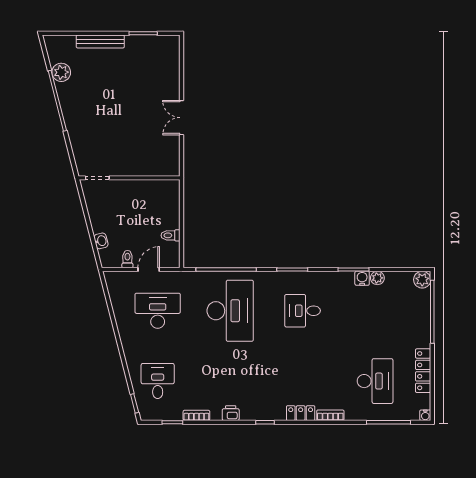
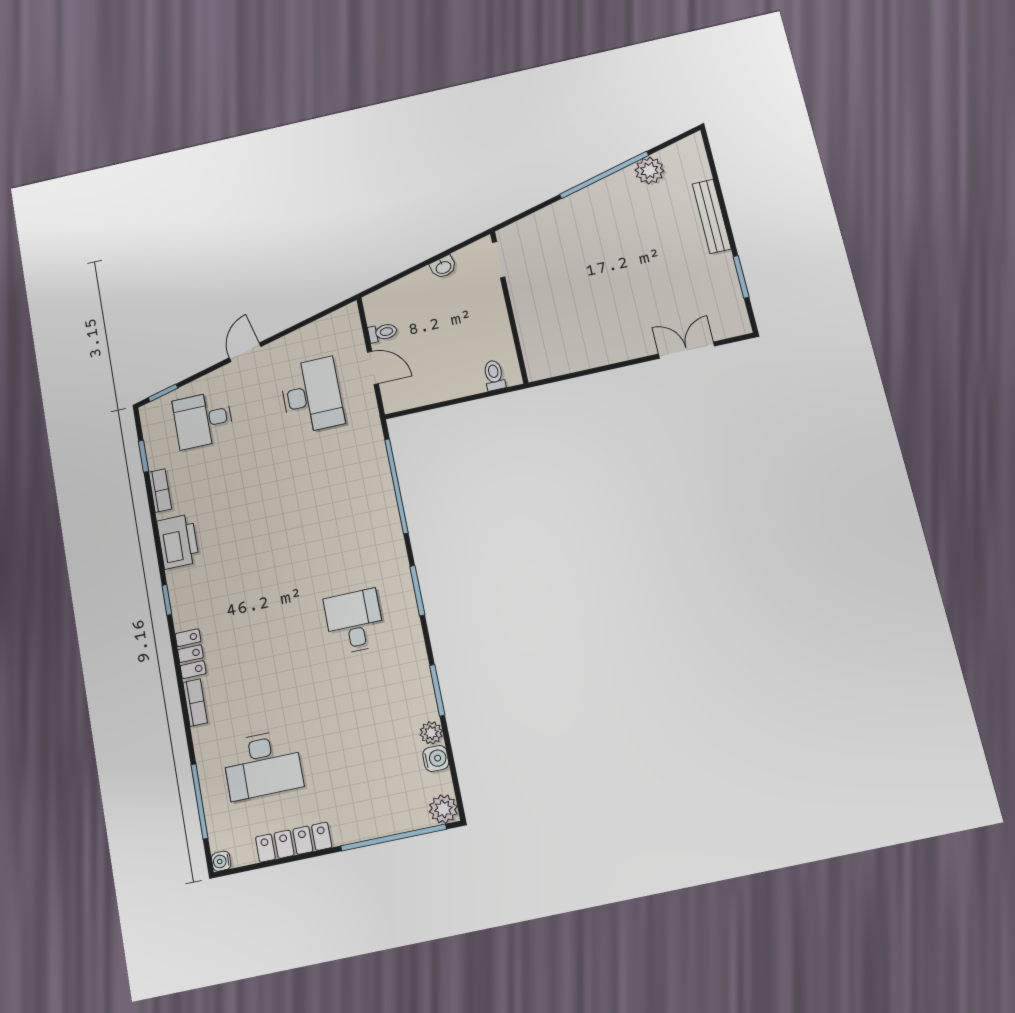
double door: (182, 118) -> (687, 350), moved
toilet: (170, 235) -> (494, 375), moved
washbasin: (101, 241) -> (443, 267), moved
water cooler: (362, 278) -> (436, 758), moved
desk: (230, 311) -> (333, 507), removed
door: (120, 347) -> (245, 352), added
desk: (158, 381) -> (203, 420), turned 180
printer: (231, 413) -> (178, 542), width x1.87, depth x1.48

